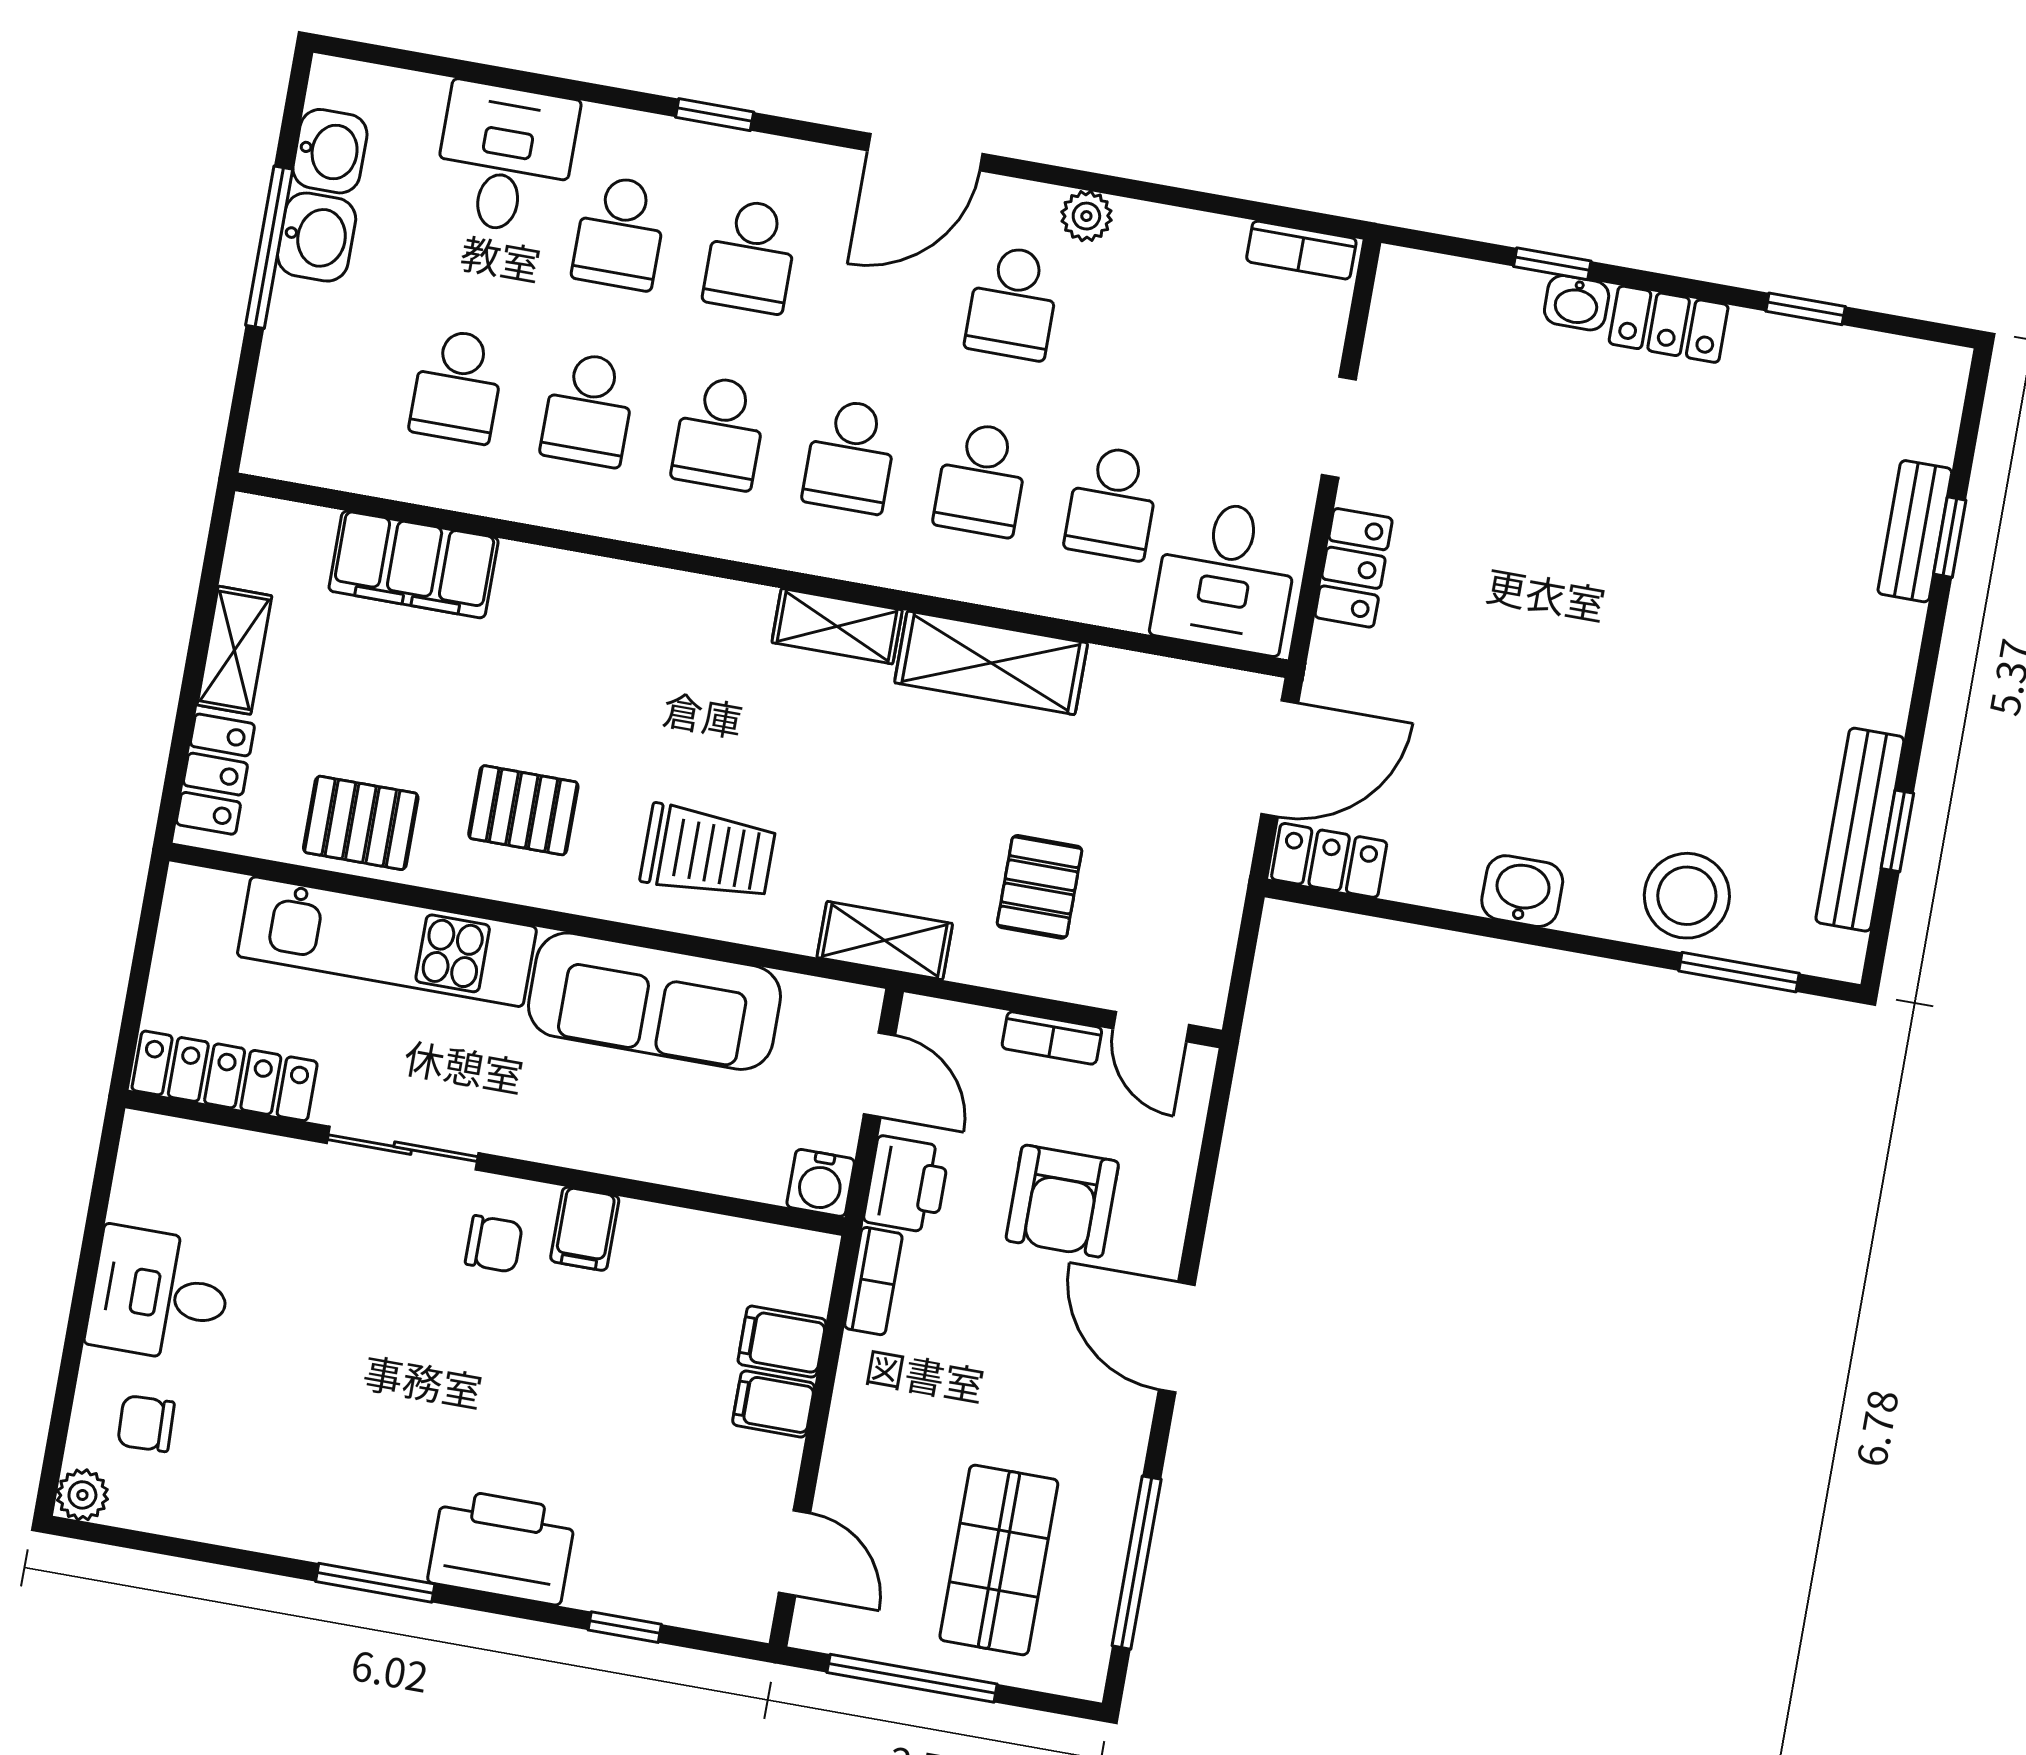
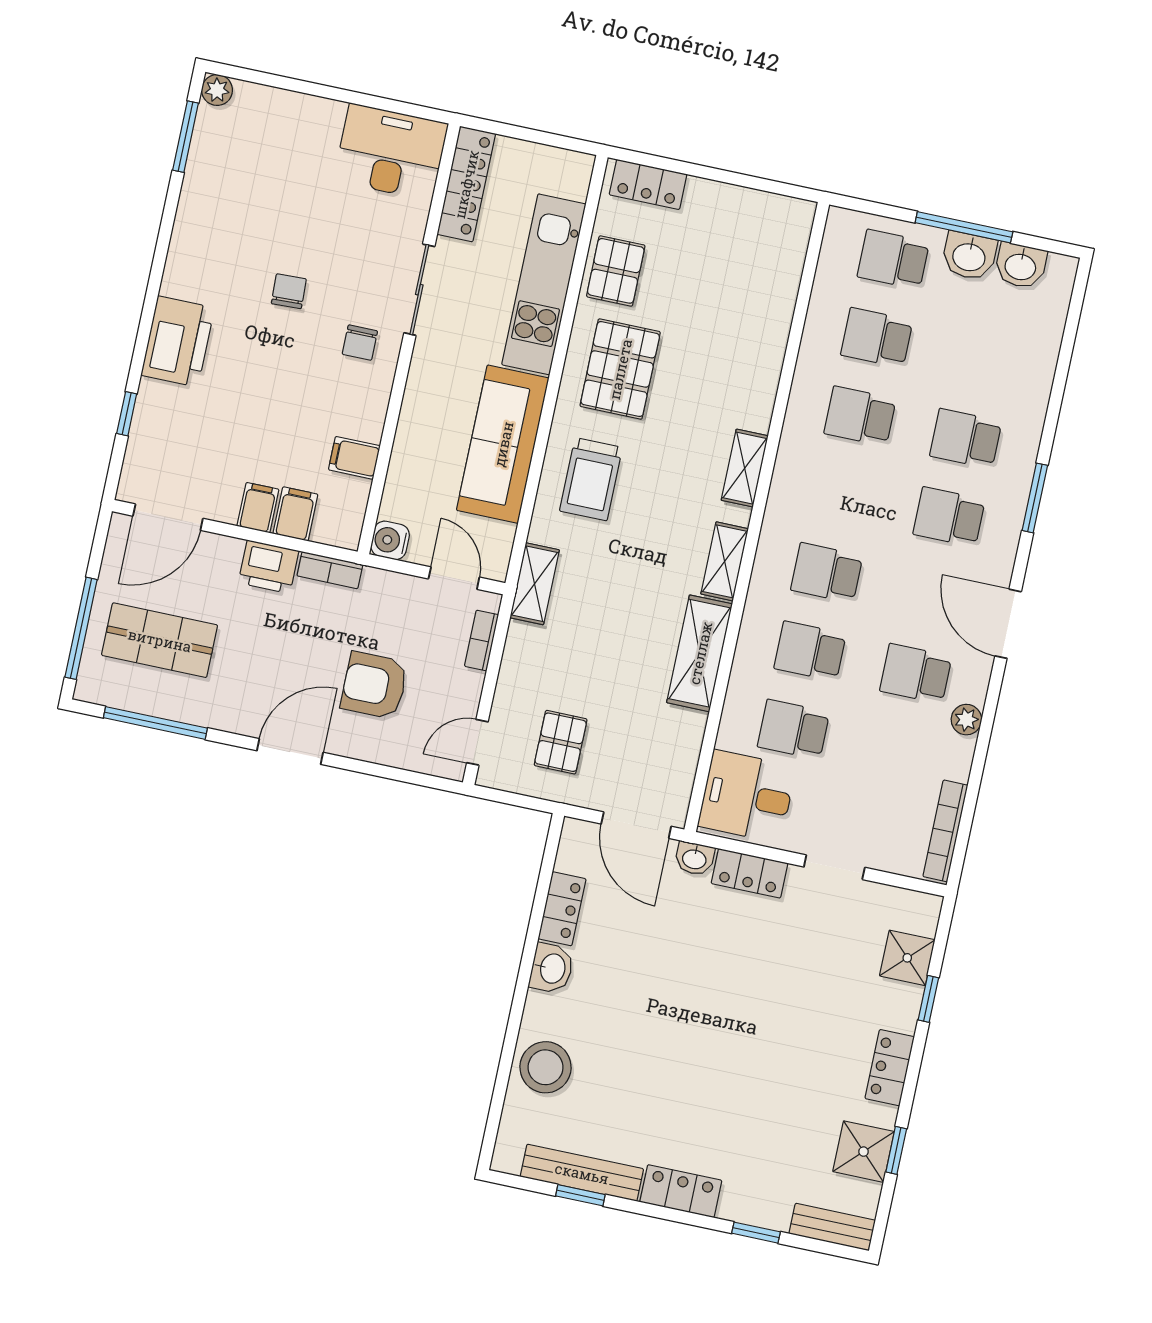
window: (715, 115) -> (1035, 498), width x1.50
desk: (505, 158) -> (1013, 371), removed
bookcase: (1301, 250) -> (945, 831), width x1.56
shower: (1485, 301) -> (907, 958), added
washbasin: (1577, 303) -> (694, 858), moved, turned -90
shower: (1809, 363) -> (863, 1152), added
school desk: (719, 433) -> (893, 259), moved
bench: (1915, 531) -> (832, 1227), moved
filing cabinet: (414, 564) -> (770, 308), removed
shelving: (234, 650) -> (745, 468), moved, turned 90
locker: (1885, 664) -> (681, 1191), added
pallet: (523, 810) -> (620, 369), width x1.50, depth x1.42
locker: (1329, 860) -> (562, 909), moved
pallet: (1040, 887) -> (561, 742), moved, turned 90
window: (1739, 972) -> (498, 1097), removed
bookcase: (1052, 1038) -> (482, 640), moved
door: (880, 1075) -> (454, 578), swing flipped
printer: (907, 1184) -> (269, 567), moved
filing cabinet: (585, 1229) -> (354, 458), moved
desk: (159, 1295) -> (391, 152), moved, width x1.37
chair: (146, 1424) -> (289, 291), moved
door: (794, 1553) -> (168, 517), width x1.37
window: (375, 1583) -> (186, 137), moved
window: (912, 1678) -> (81, 628), moved

